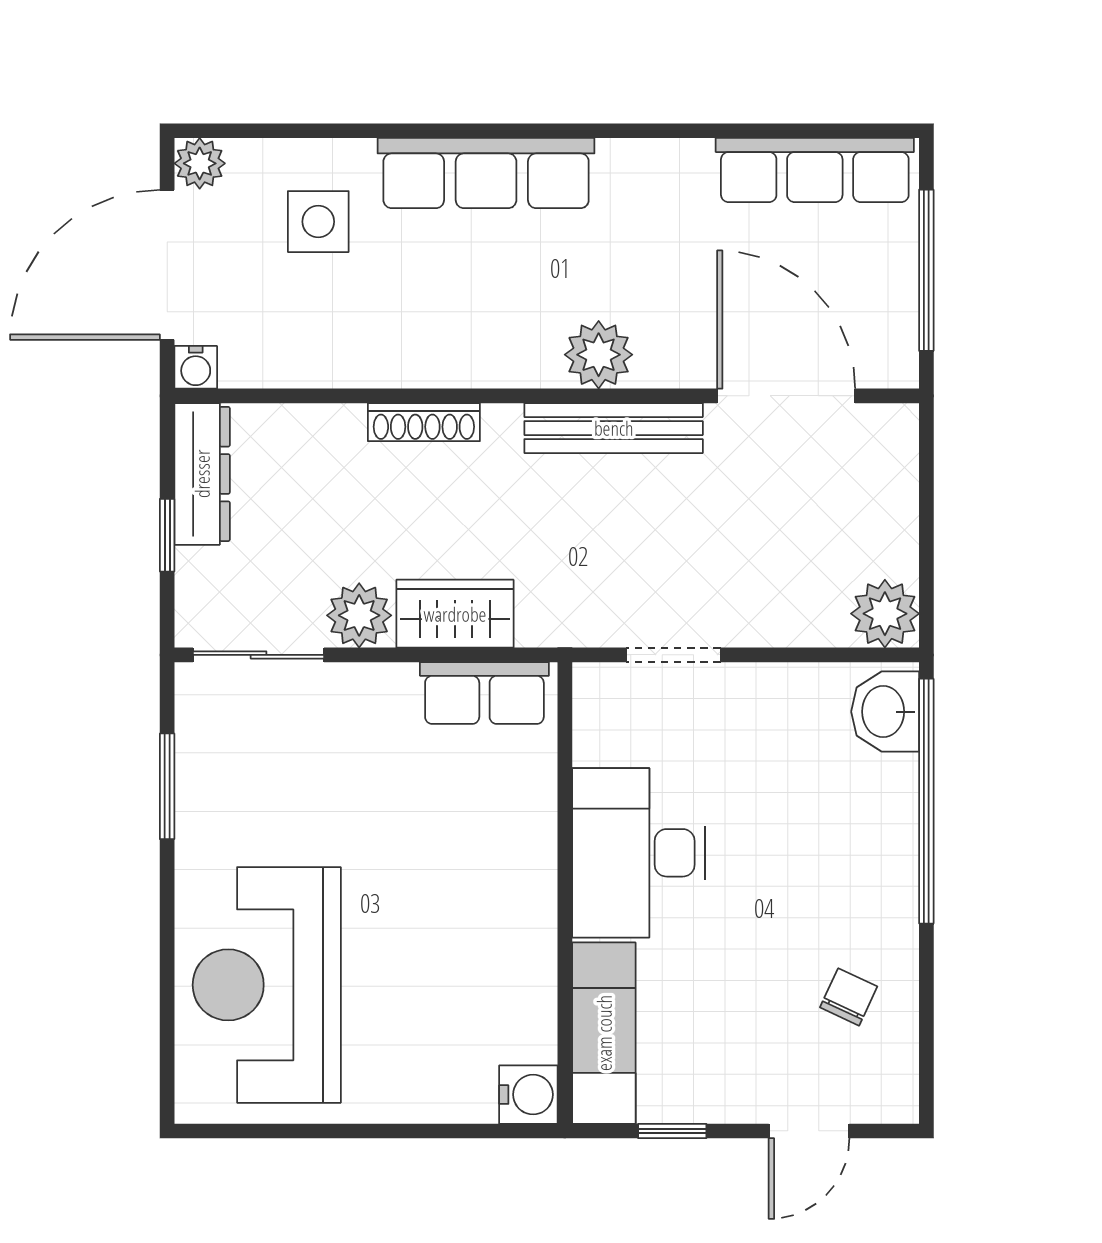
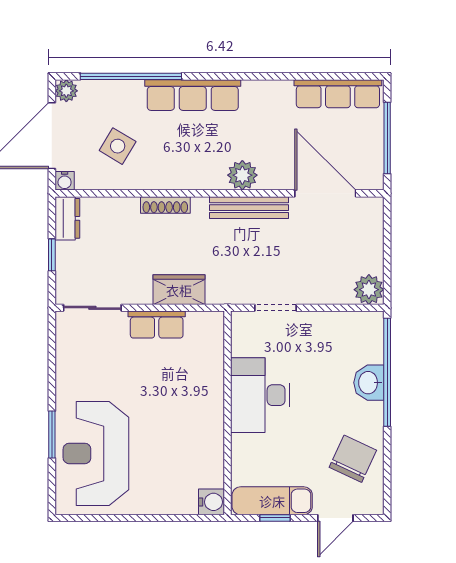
window: (346, 131) -> (131, 76), added
side table: (318, 222) -> (118, 146), moved, turned 31
dresser: (202, 474) -> (67, 218), width x0.70
plant: (359, 615) -> (137, 290), removed
row of seats: (484, 693) -> (157, 325), moved
washbasin: (885, 712) -> (369, 383), moved
window: (167, 786) -> (52, 435), moved
chair: (849, 997) -> (353, 459), width x1.87, depth x1.87
exam couch: (604, 1033) -> (272, 501), moved, turned -90

